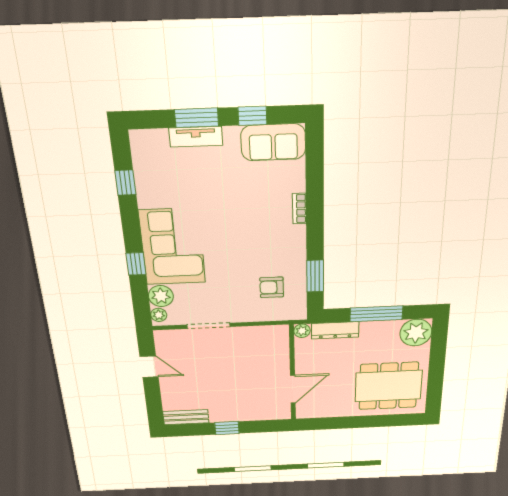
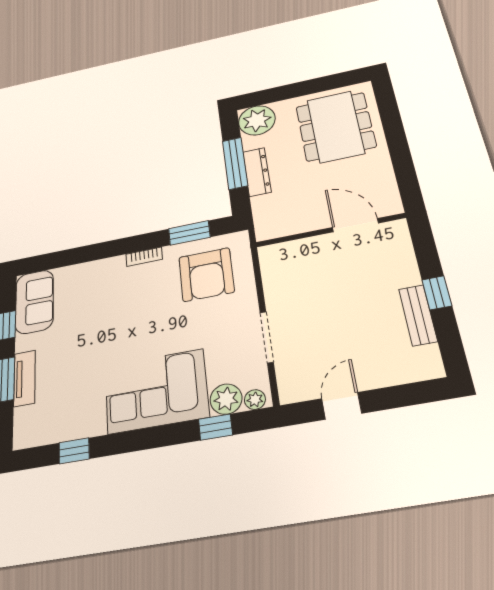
bookcase: (299, 209) -> (144, 257), moved
window: (136, 264) -> (215, 427), moved
armchair: (272, 287) -> (206, 274), width x1.88, depth x1.88
dresser: (335, 330) -> (257, 172), moved
plant: (302, 331) -> (265, 232), removed
bench: (186, 417) -> (418, 315), moved

